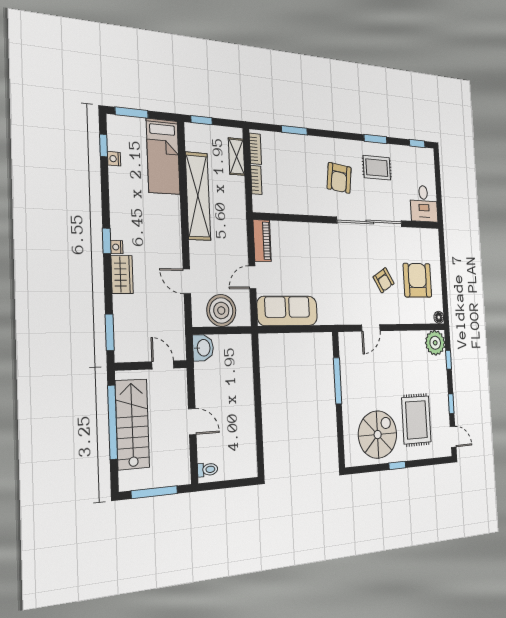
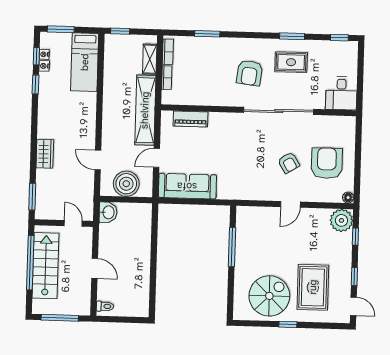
shelving: (198, 196) -> (145, 110), moved
window: (107, 241) -> (36, 84), moved
piano: (262, 241) -> (191, 119), moved, turned 90
nightstand: (117, 247) -> (44, 54), moved
door: (371, 328) -> (290, 204), moved

